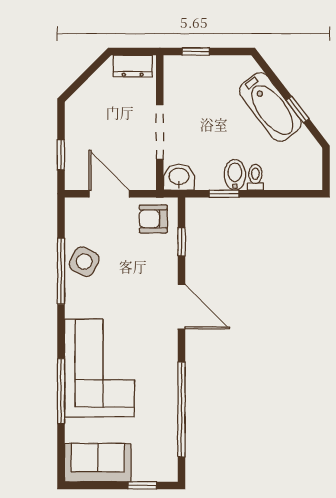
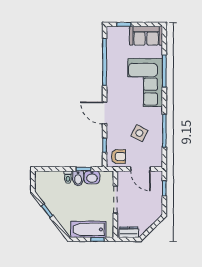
bathtub: (270, 107) -> (88, 229), moved, turned -53
washbasin: (179, 177) -> (92, 177), moved
side table: (84, 262) -> (139, 133), moved

